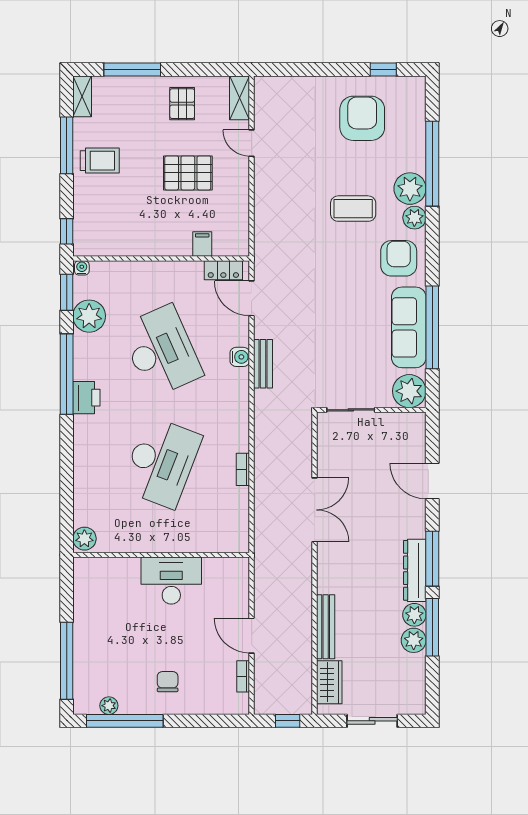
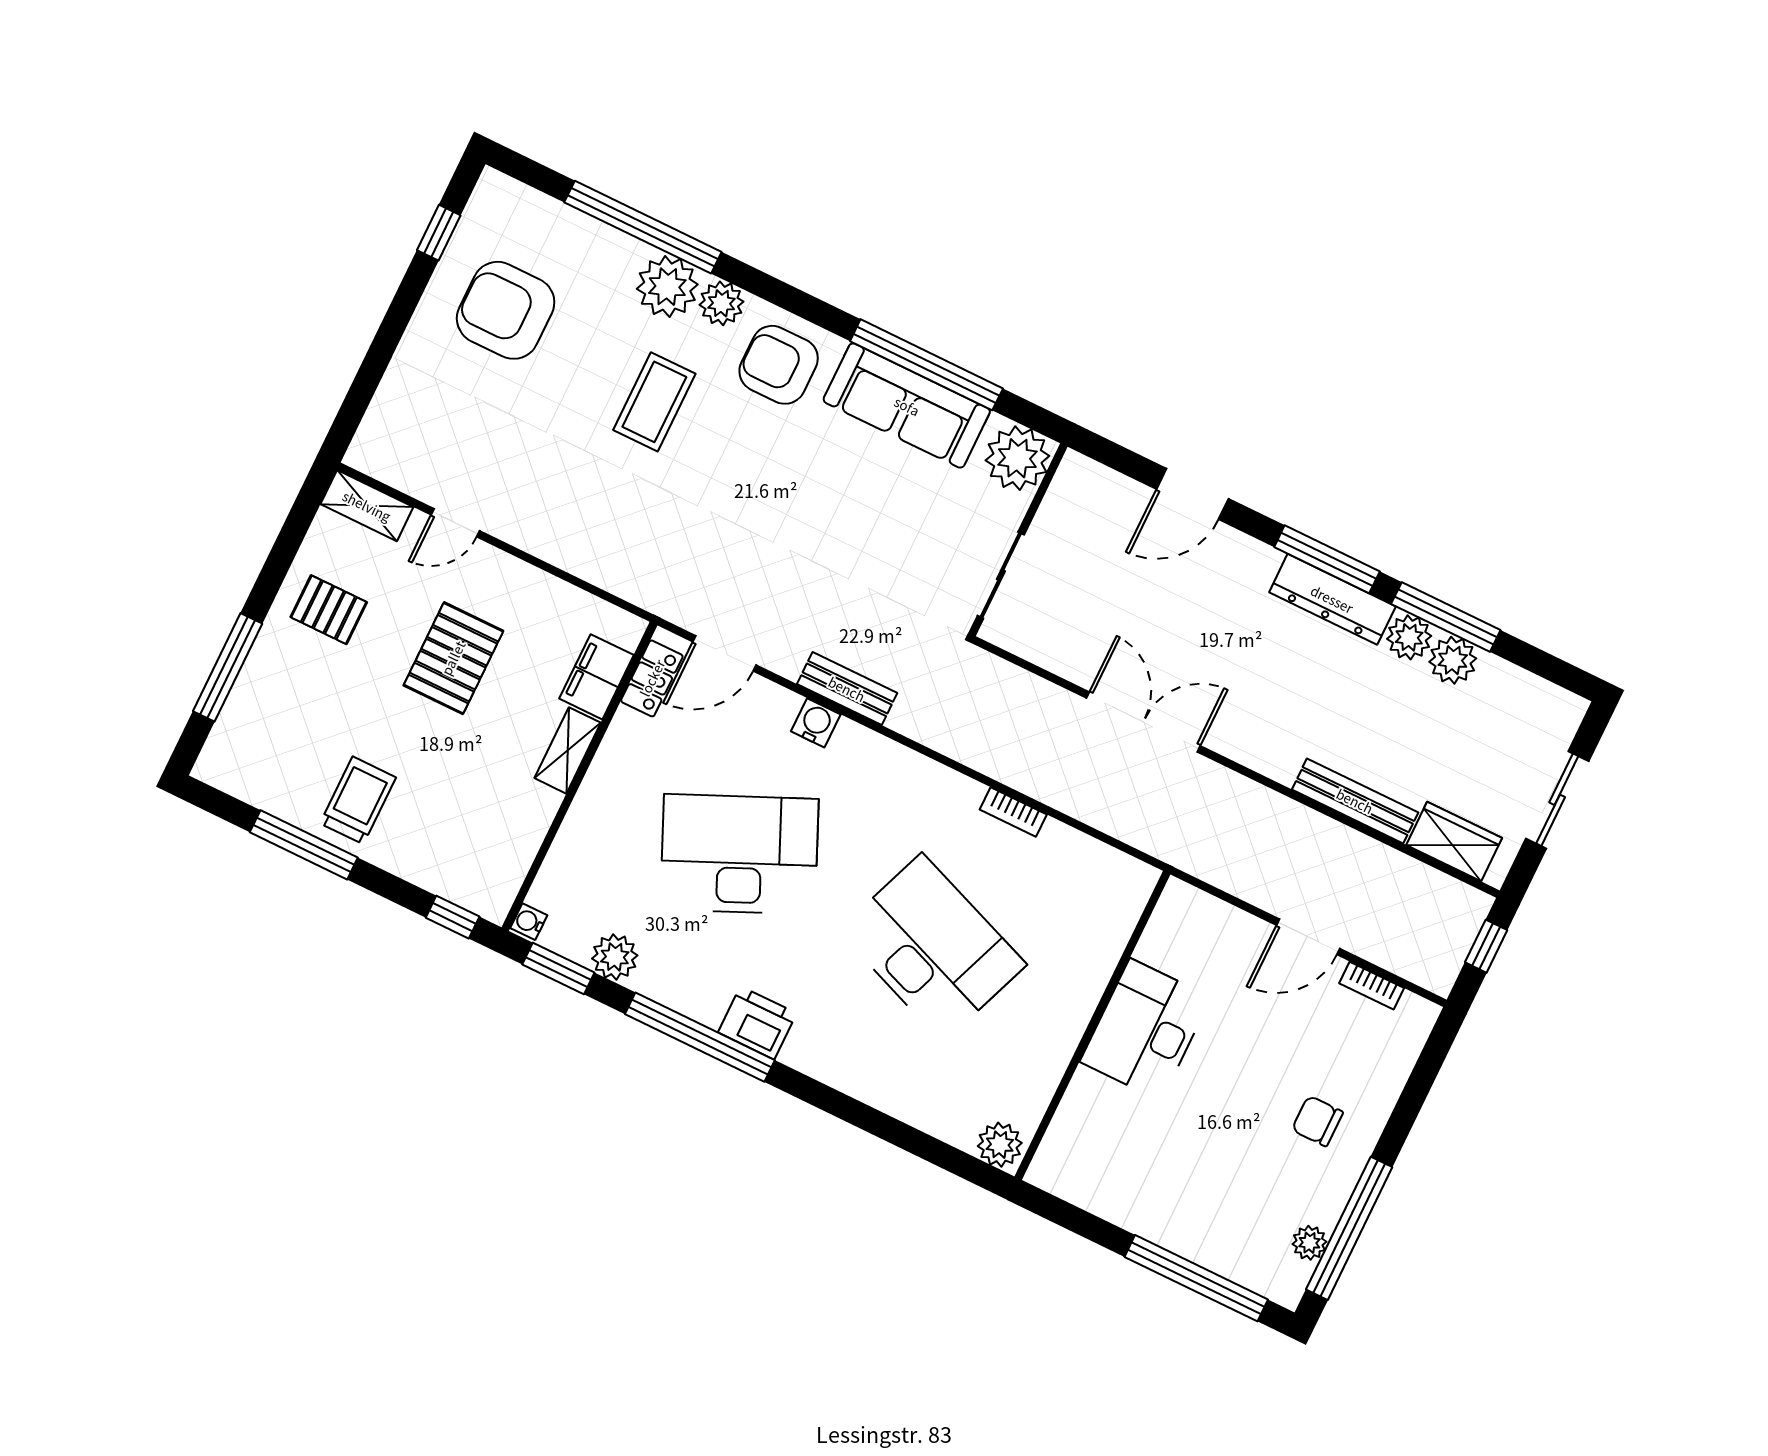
shelving: (82, 96) -> (568, 750), moved, turned 90
filing cabinet: (202, 244) -> (597, 677), width x2.00
plant: (89, 316) -> (615, 957), width x0.73, depth x0.73

